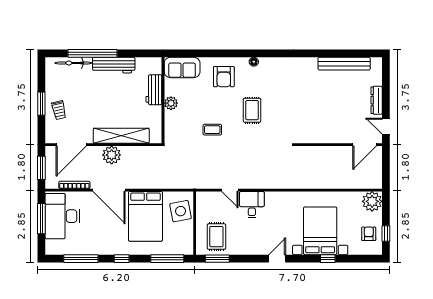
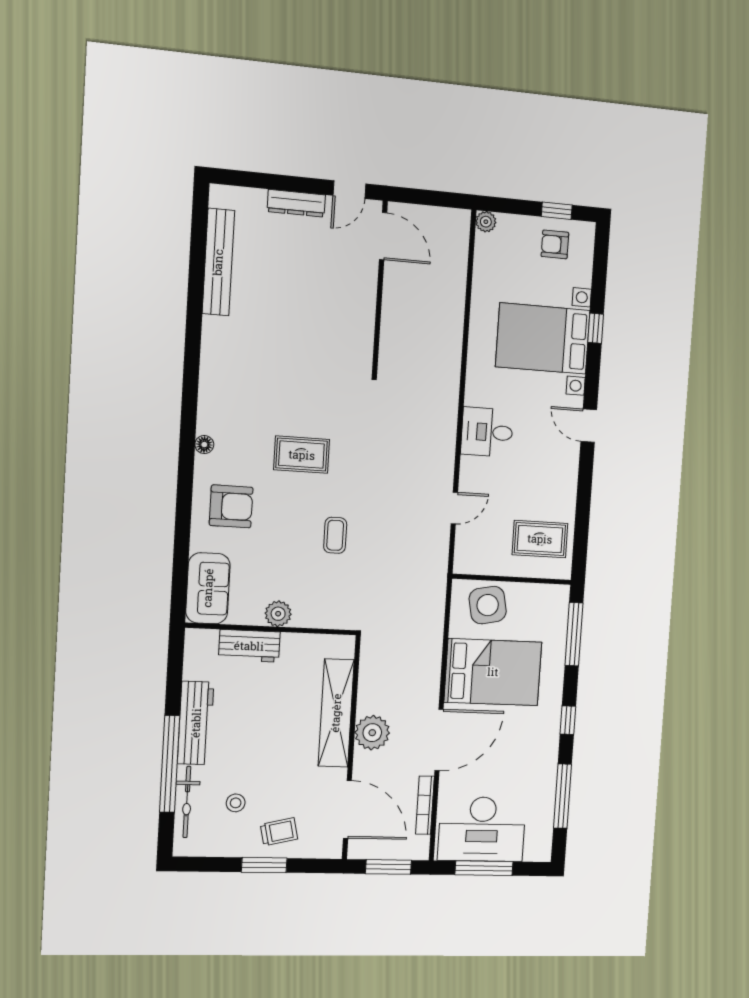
stool: (73, 87) -> (236, 803), added
plant: (372, 201) -> (486, 222), width x0.53, depth x0.53
desk: (252, 205) -> (487, 432), moved
window: (217, 259) -> (581, 540), removed

